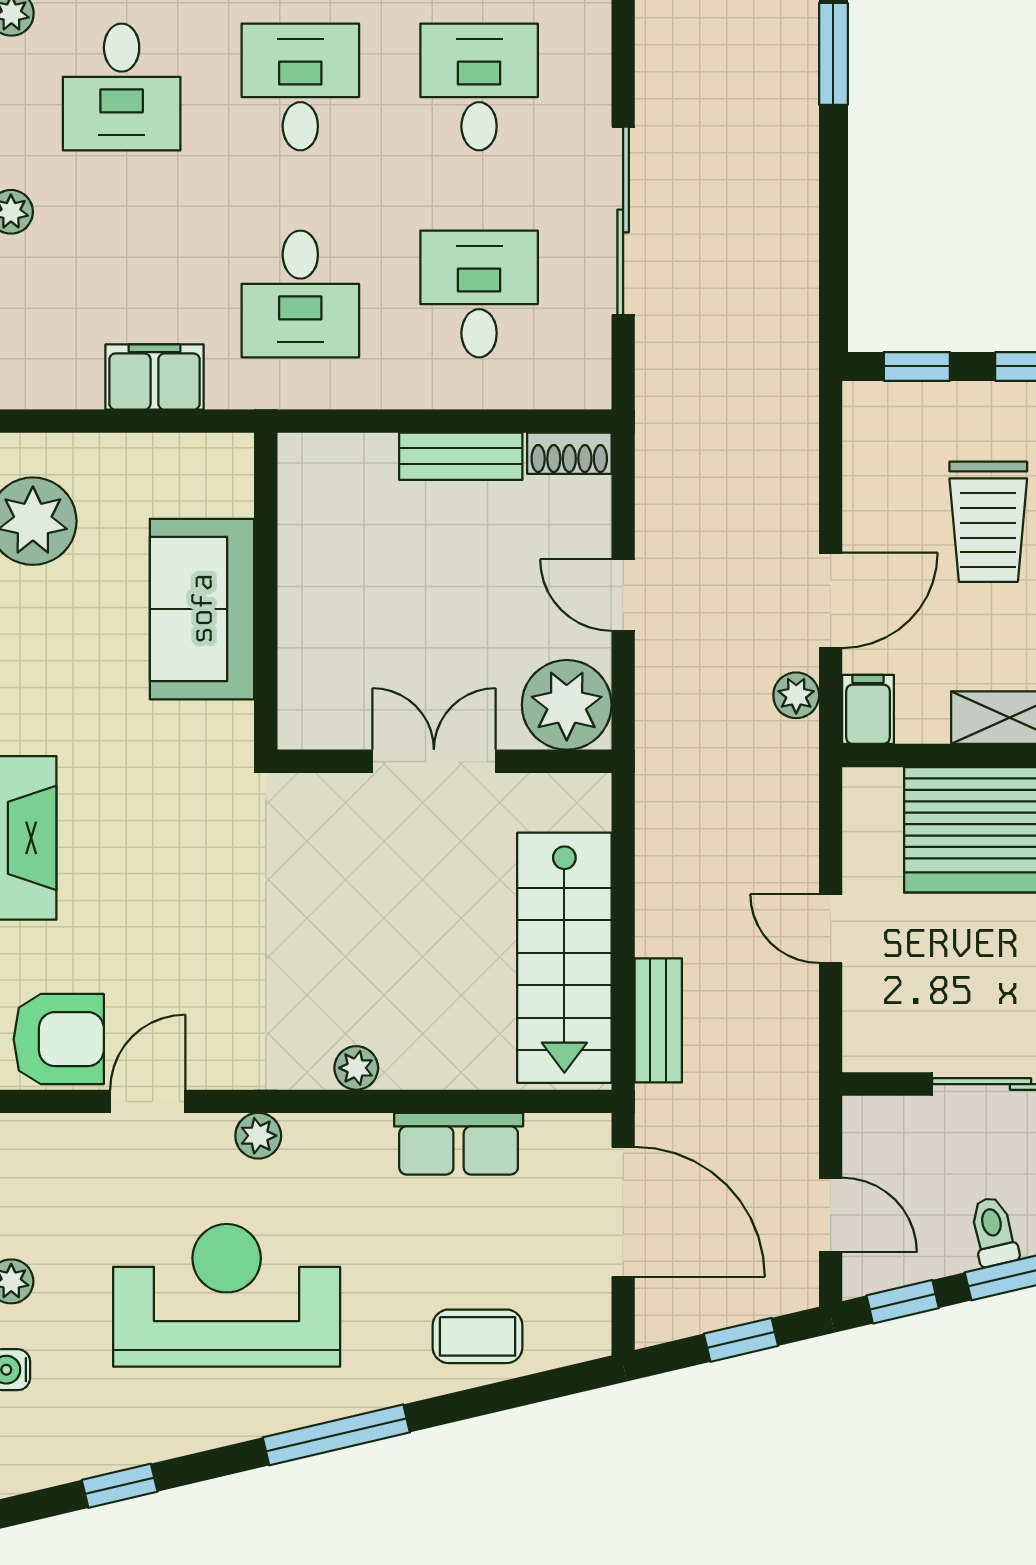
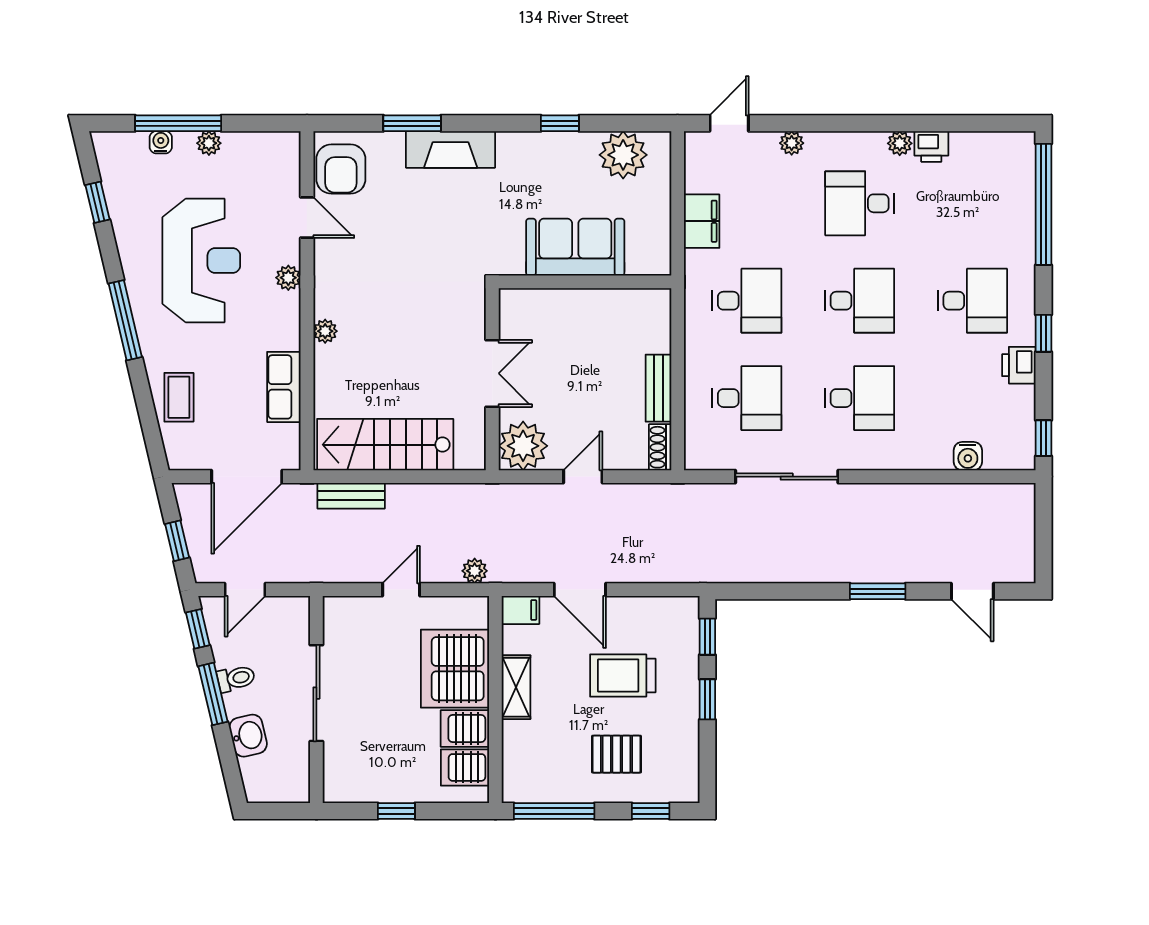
desk: (300, 294) -> (747, 301), turned 180
plant: (796, 695) -> (475, 571), moved

